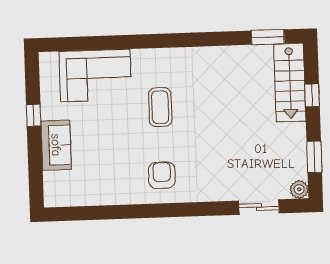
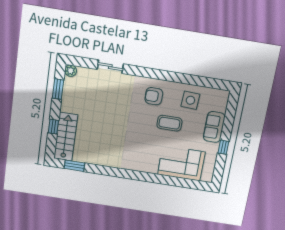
coffee table: (160, 107) -> (169, 123), moved, turned 90
armchair: (162, 175) -> (154, 96), turned 90
side table: (103, 180) -> (190, 100), added
sliding door: (259, 207) -> (110, 67), moved

